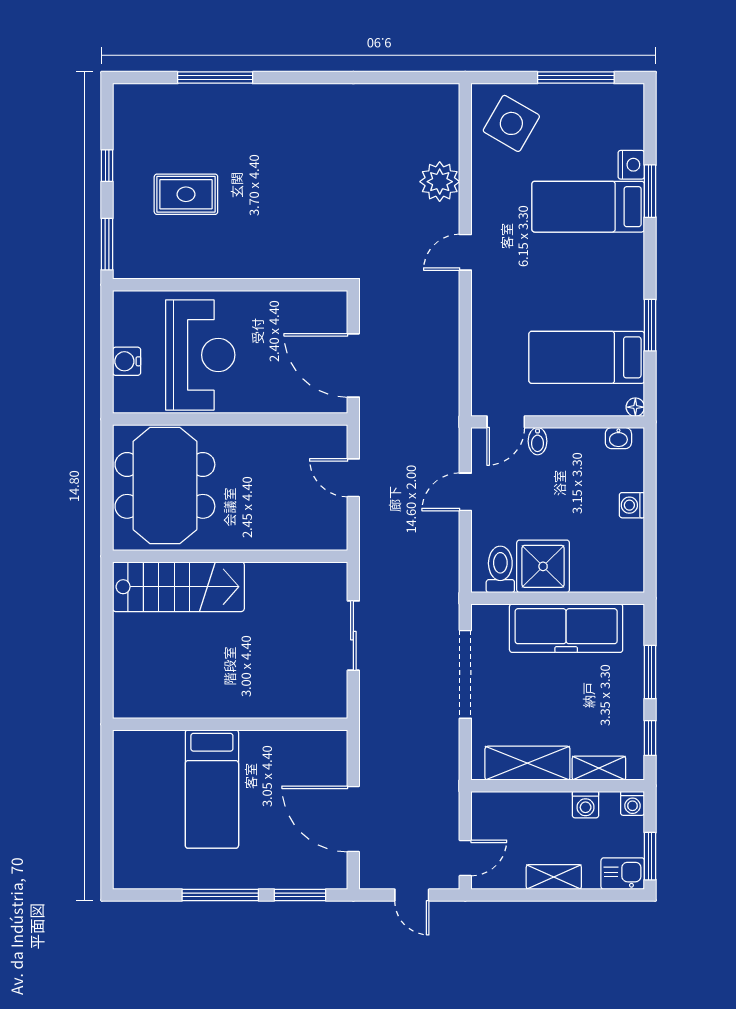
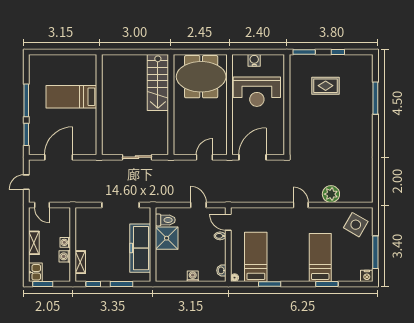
nightstand: (631, 165) -> (367, 276), moved
rug: (186, 194) -> (326, 86), turned 90
shelving: (527, 763) -> (82, 232), removed
washing machine: (633, 803) -> (65, 242), moved

